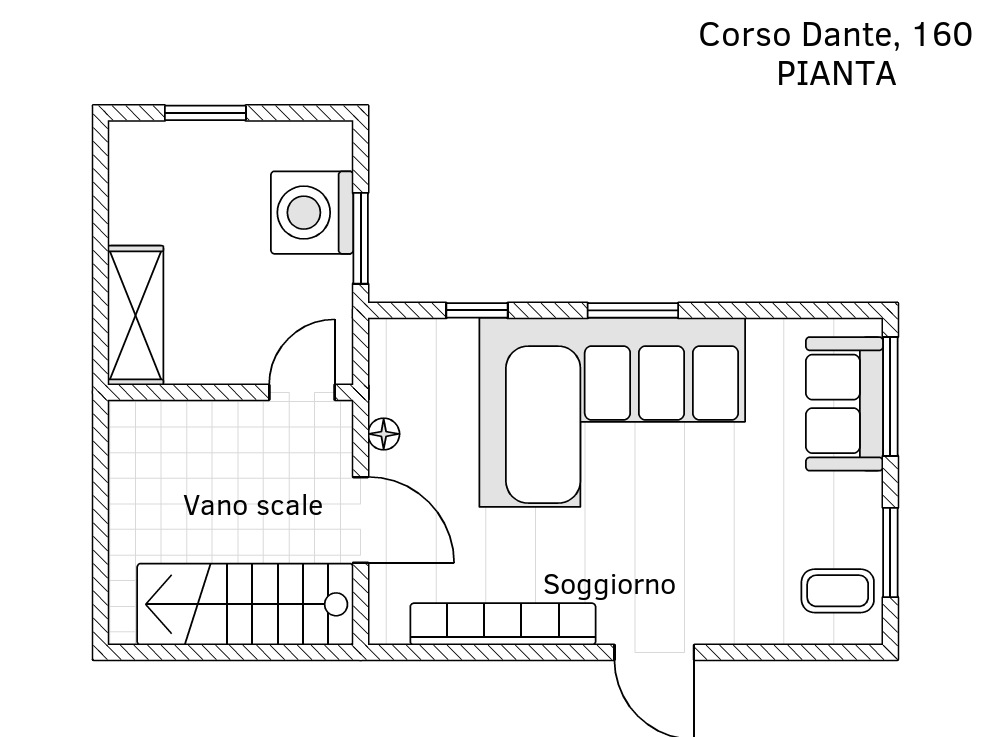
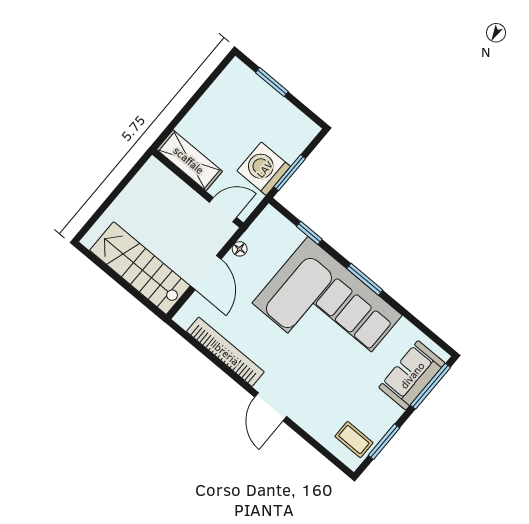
washing machine: (312, 213) -> (264, 169), moved
shelving: (136, 315) -> (189, 160), moved, turned 90

